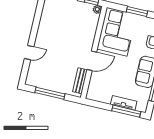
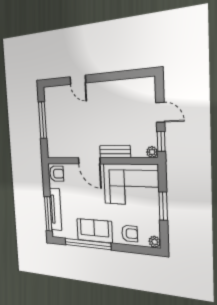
bench: (80, 81) -> (115, 152), moved
armchair: (95, 93) -> (57, 174), added
tv unit: (124, 103) -> (56, 209), width x1.41

